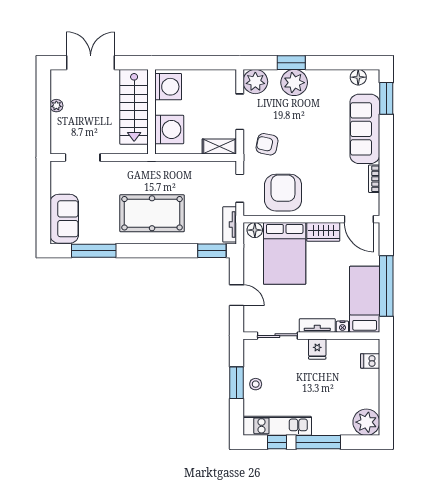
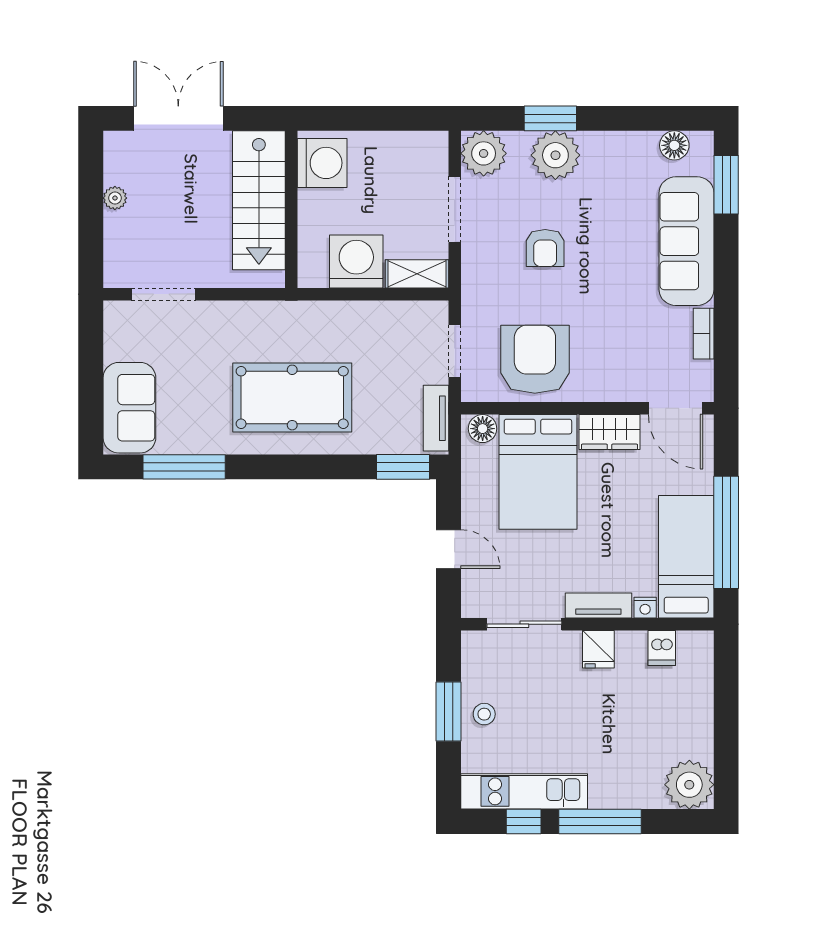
washing machine: (169, 129) -> (356, 261), moved, turned -90
armchair: (267, 144) -> (545, 248), moved, turned -102
dishwasher: (370, 361) -> (662, 648), moved, turned -90

